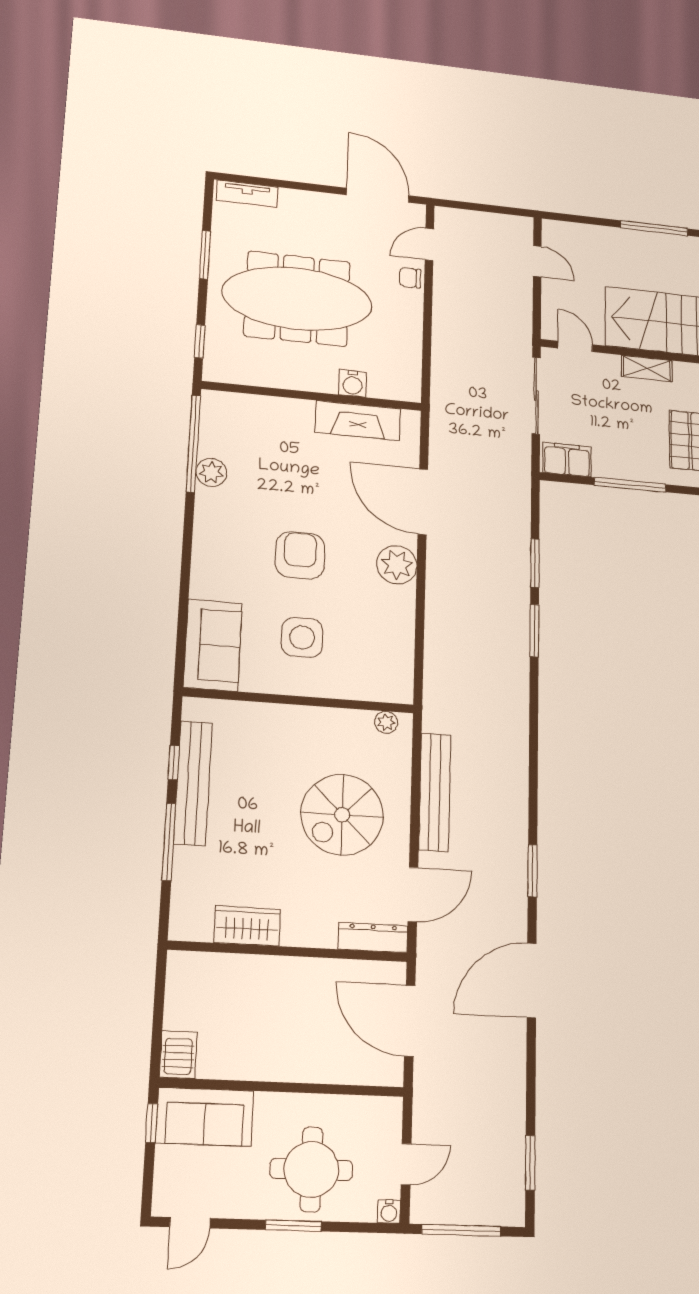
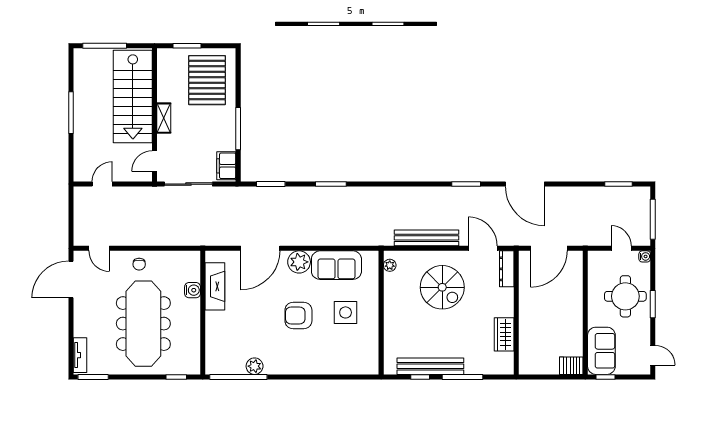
window: (205, 255) -> (93, 377), moved
chair: (410, 278) -> (139, 264), moved
window: (535, 563) -> (271, 184), moved
sofa: (213, 645) -> (336, 265), moved, turned 180

